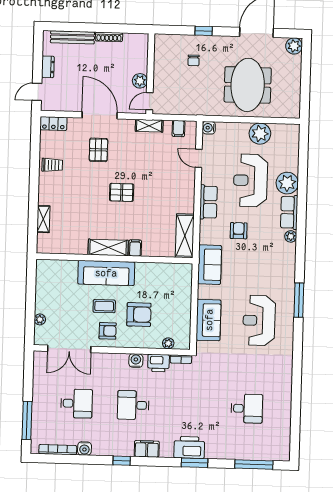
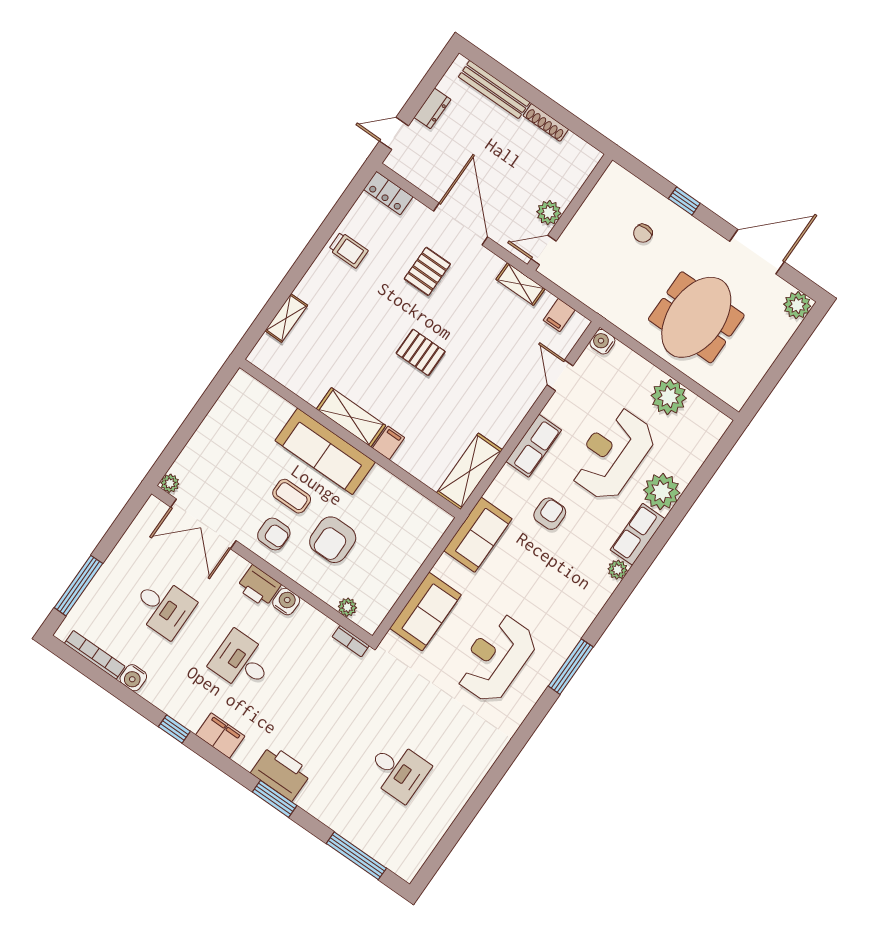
armchair: (139, 315) -> (333, 540), turned 90
plant: (40, 319) -> (170, 483), moved
printer: (158, 363) -> (259, 586), moved

